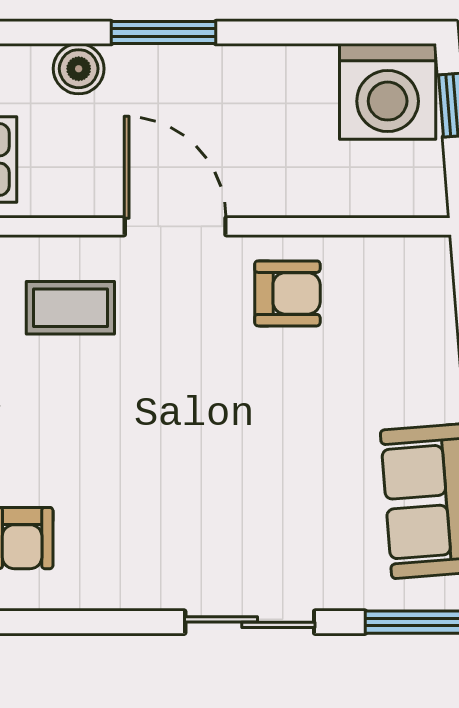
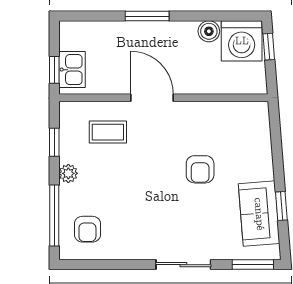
boiler: (79, 69) -> (209, 31), moved
armchair: (287, 293) -> (200, 169), moved, turned 90

